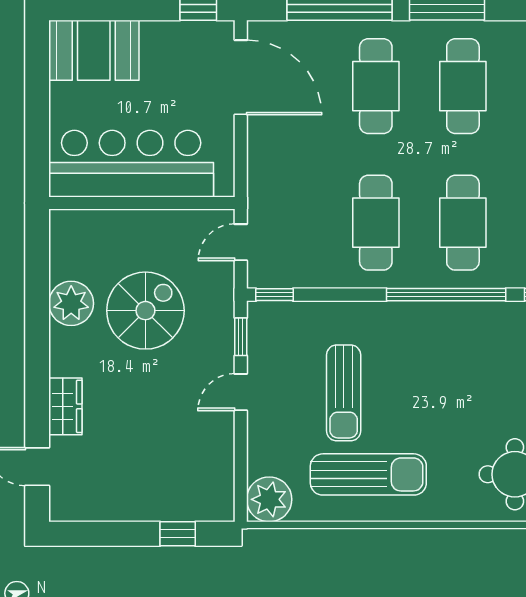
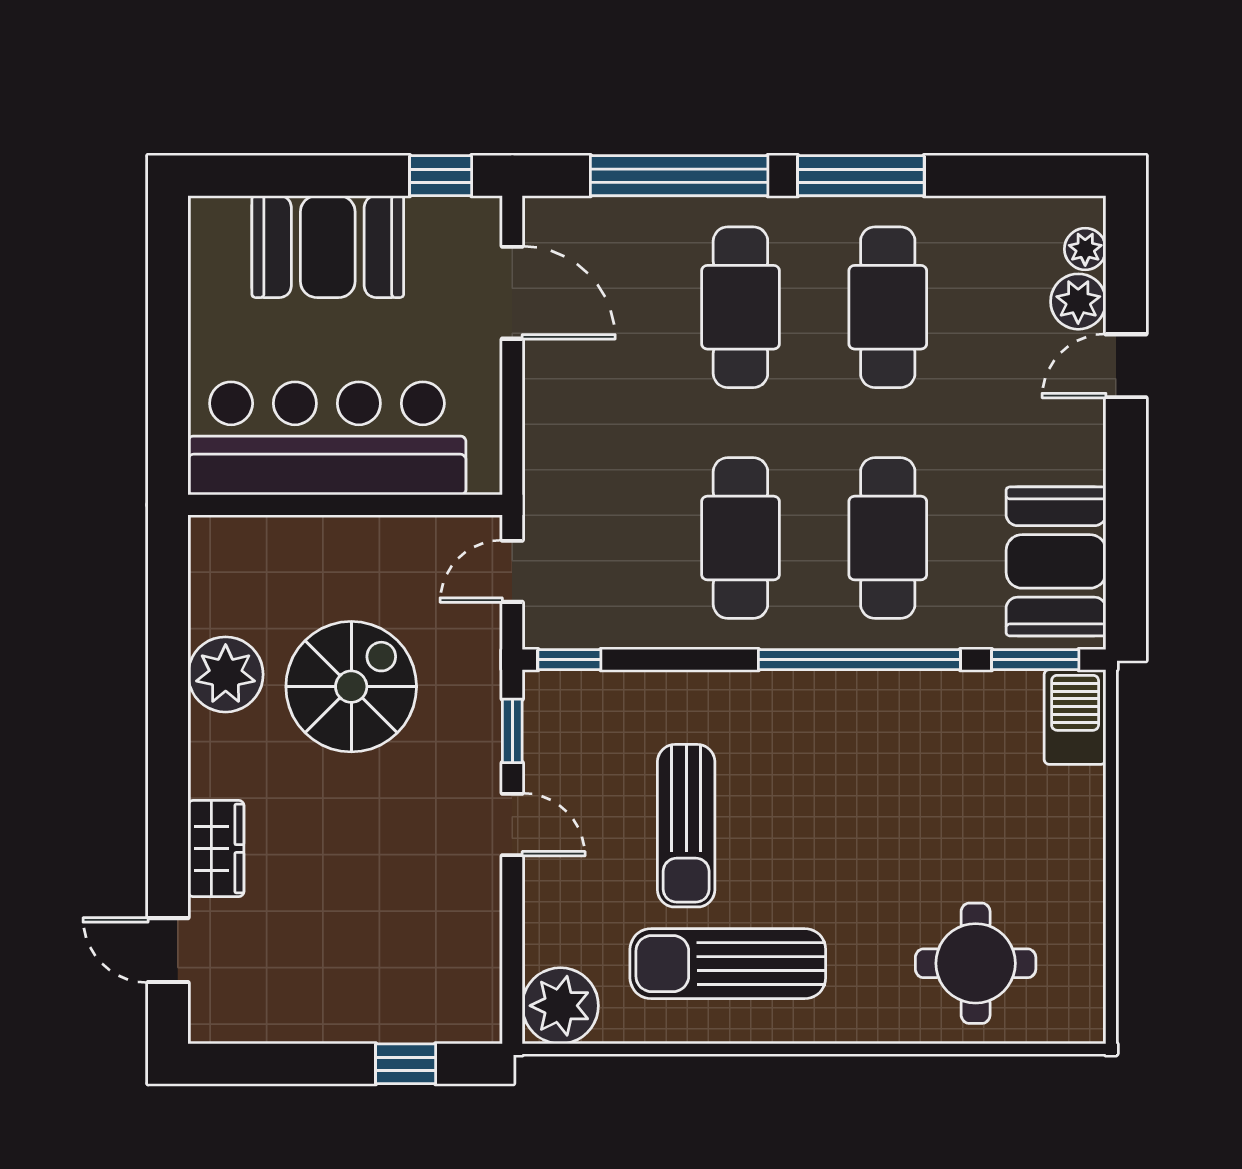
booth: (94, 50) -> (328, 247), moved
door: (241, 77) -> (512, 293), width x0.73
door: (241, 392) -> (512, 825), swing flipped
sun lounger: (368, 474) -> (728, 964), turned 180

